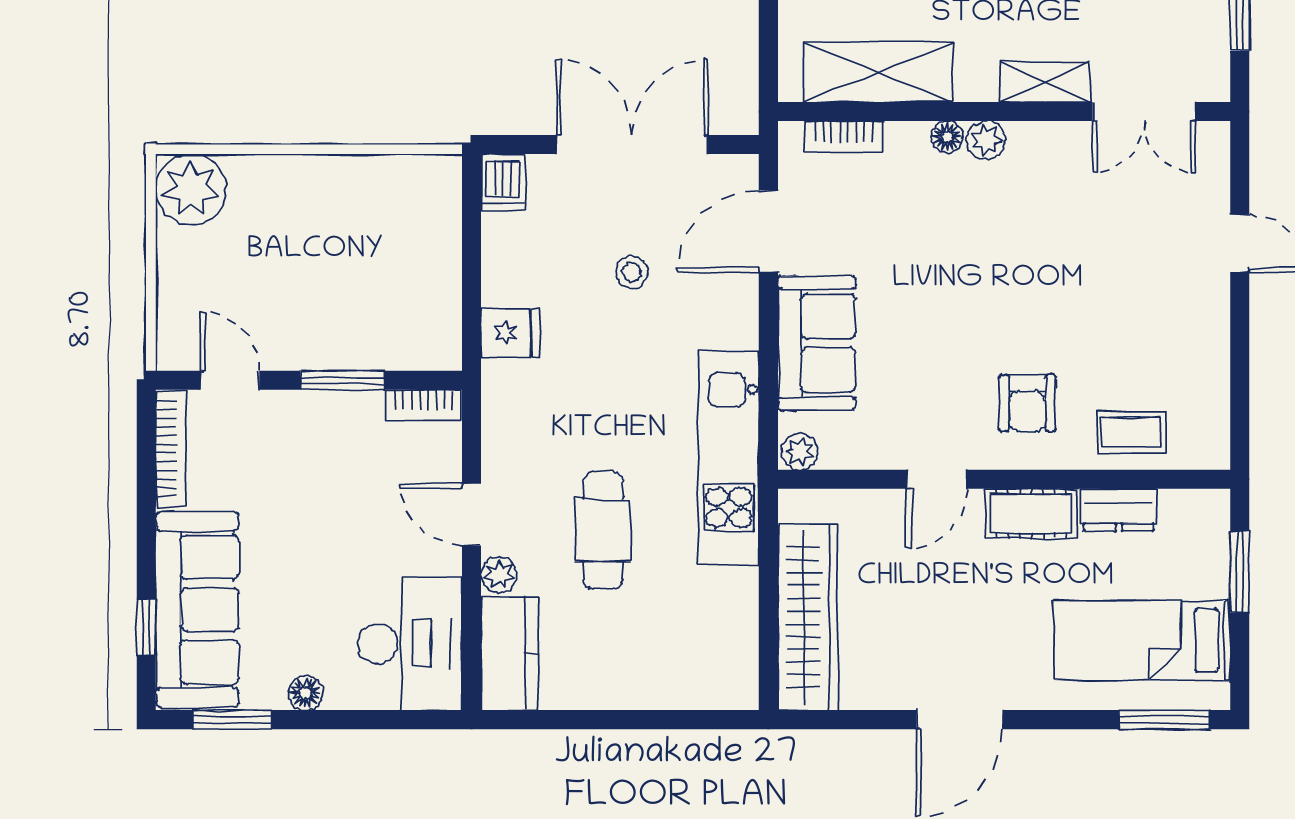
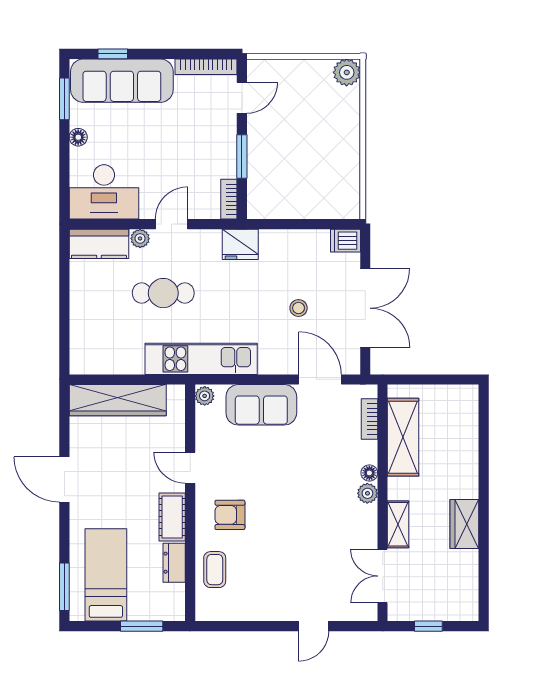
plant: (191, 189) -> (347, 72), width x0.73, depth x0.73
fridge: (510, 333) -> (240, 244), moved, width x1.38

